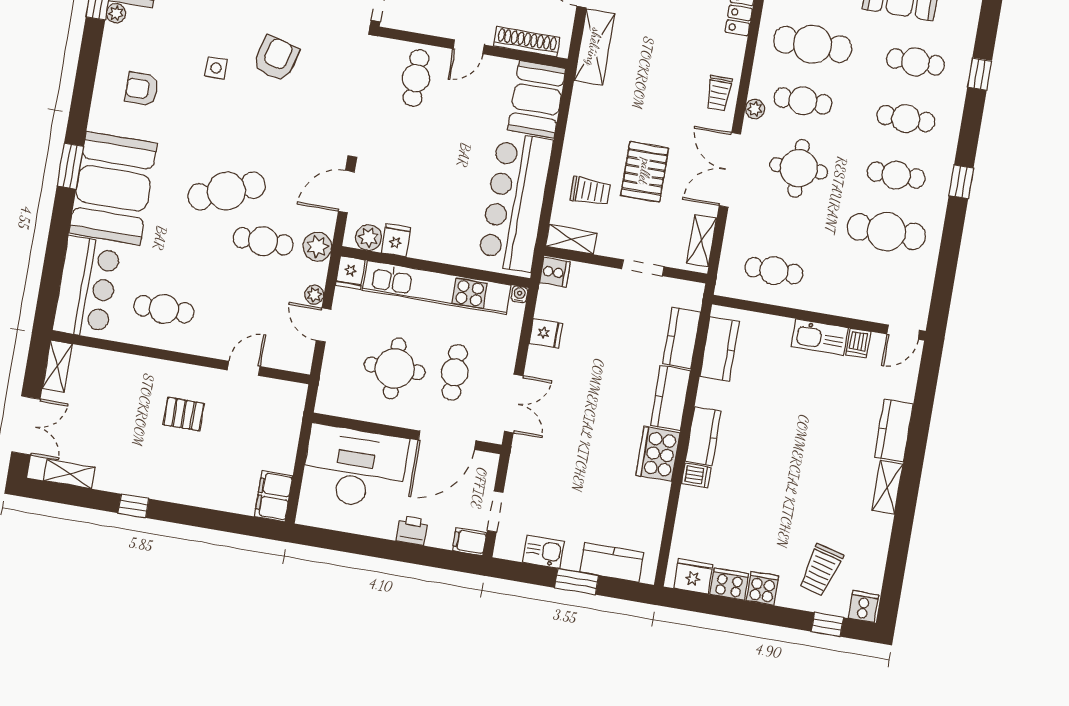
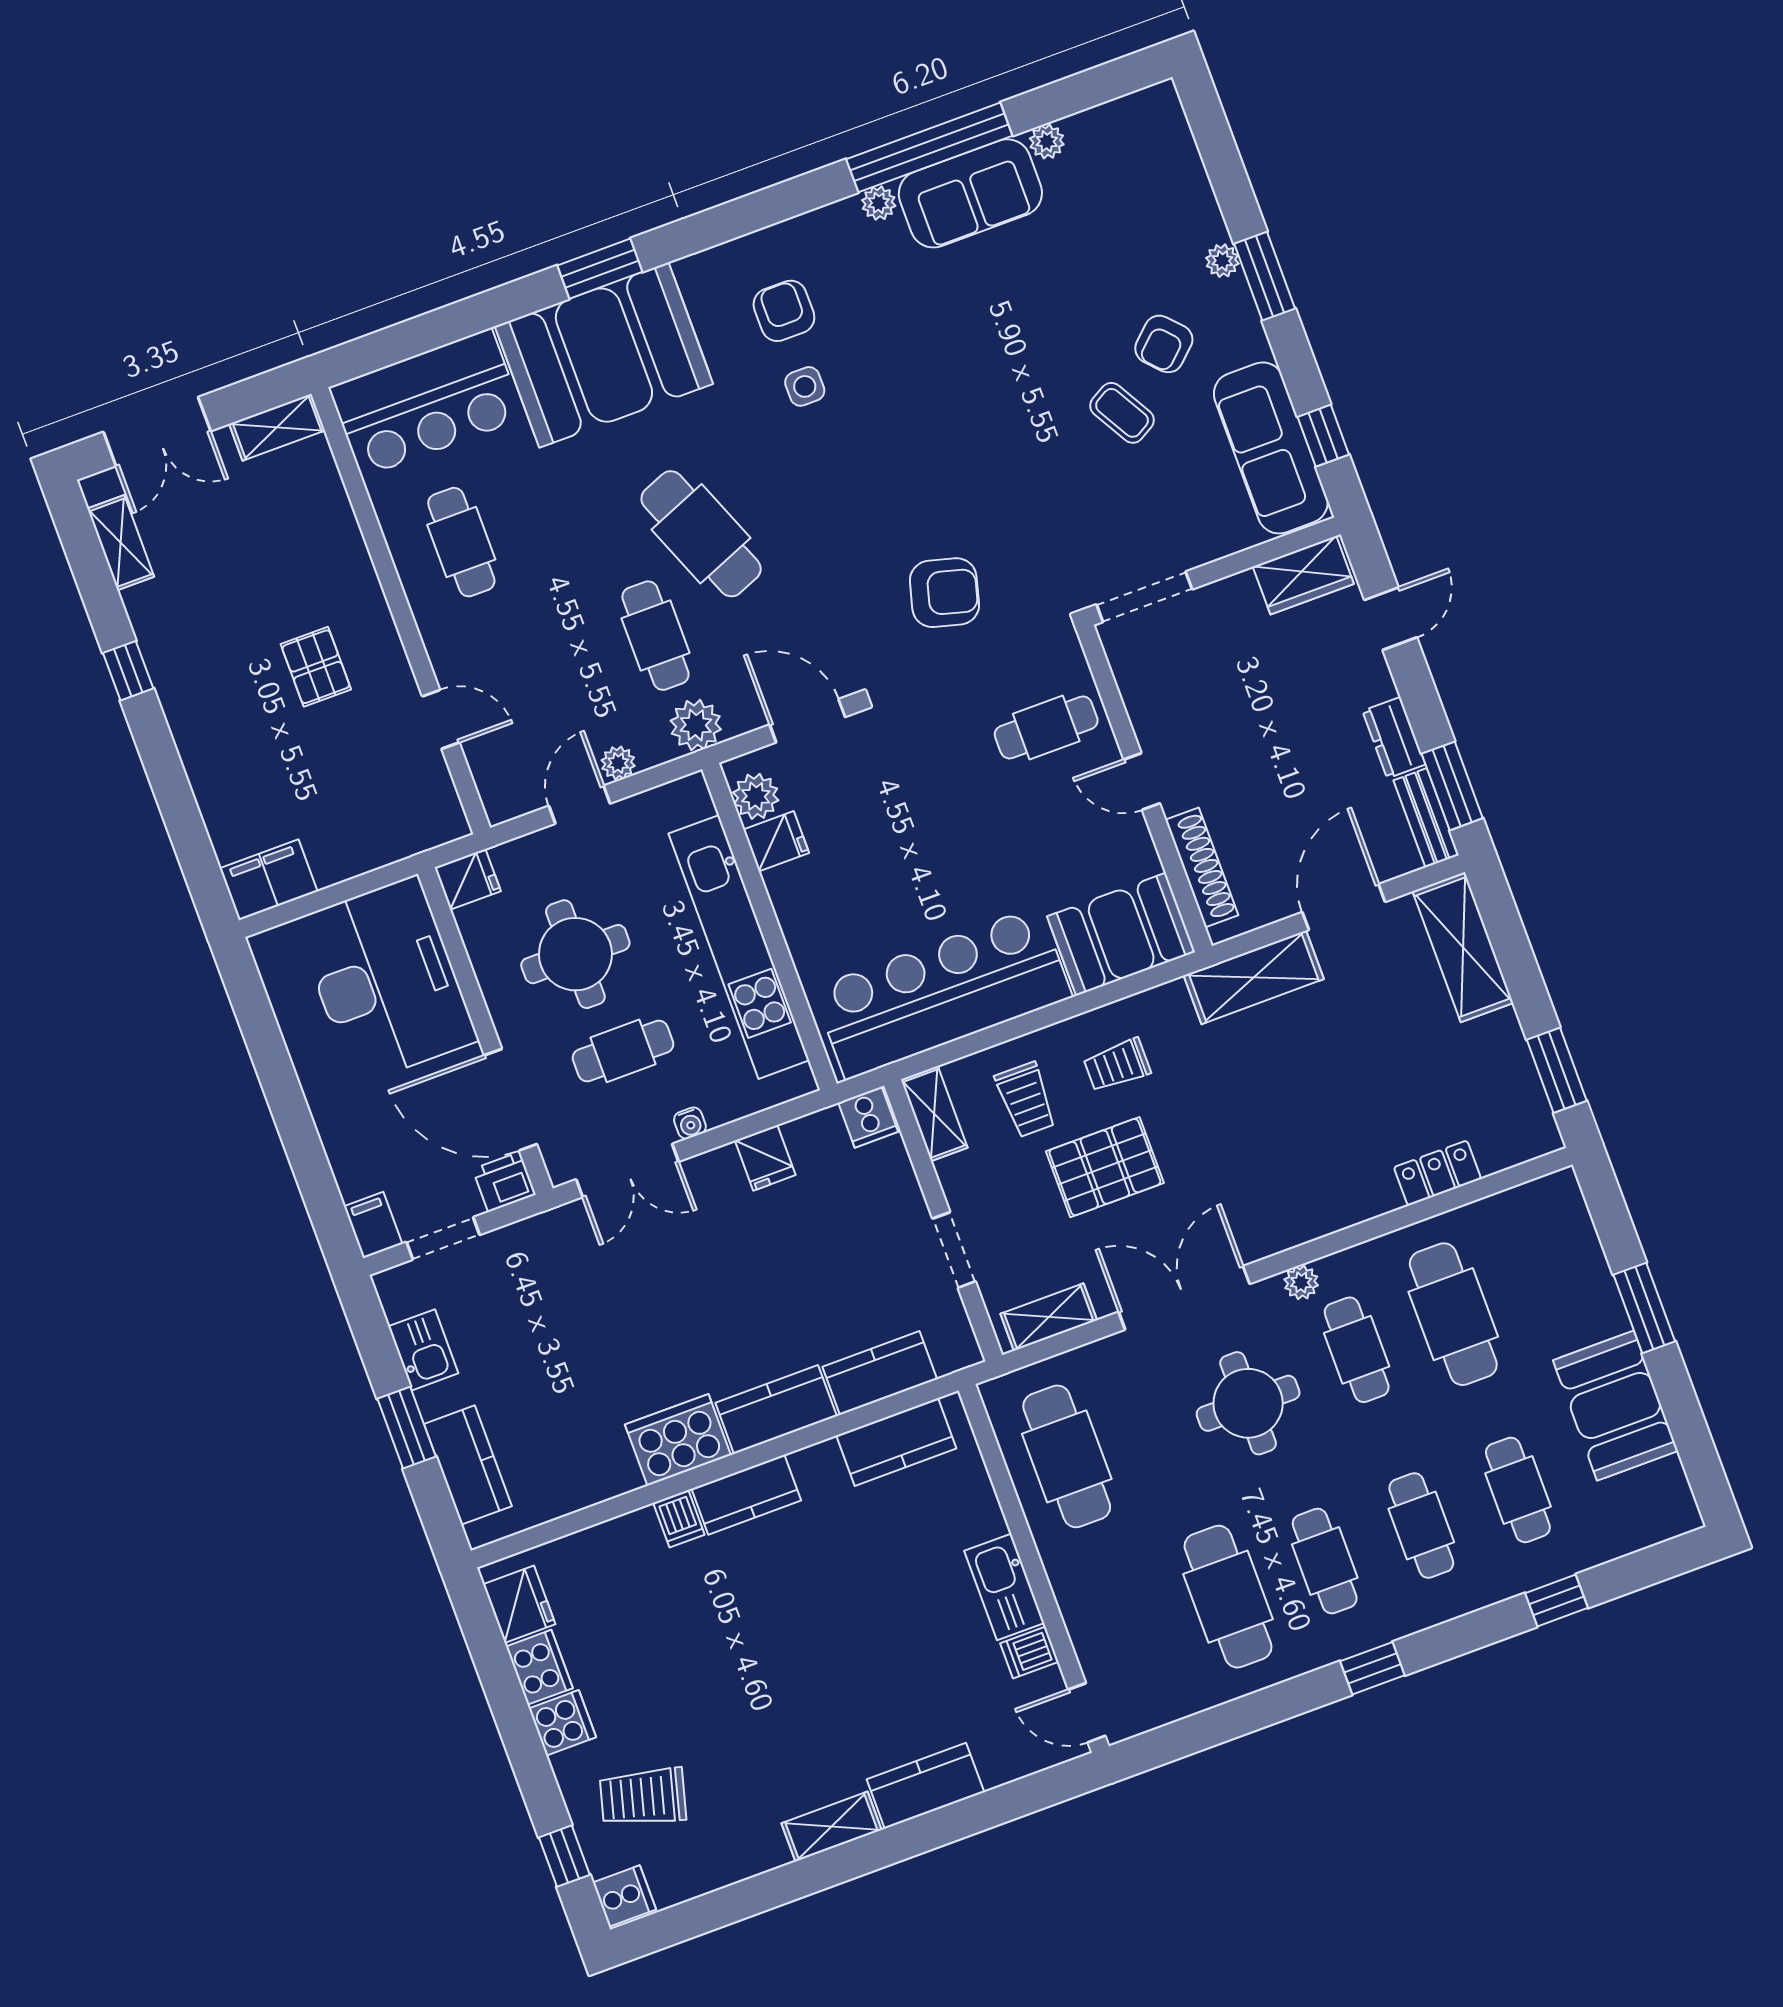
armchair: (276, 58) -> (944, 593), moved
side table: (216, 68) -> (805, 386), moved
trolley: (719, 93) -> (1117, 1065), moved
cafe table: (774, 271) -> (1067, 1456), width x1.37, depth x1.35
fridge: (350, 273) -> (468, 879), moved, turned 180
water cooler: (519, 294) -> (690, 1123), moved, turned 90
printer: (412, 530) -> (504, 1182), moved, turned -90

